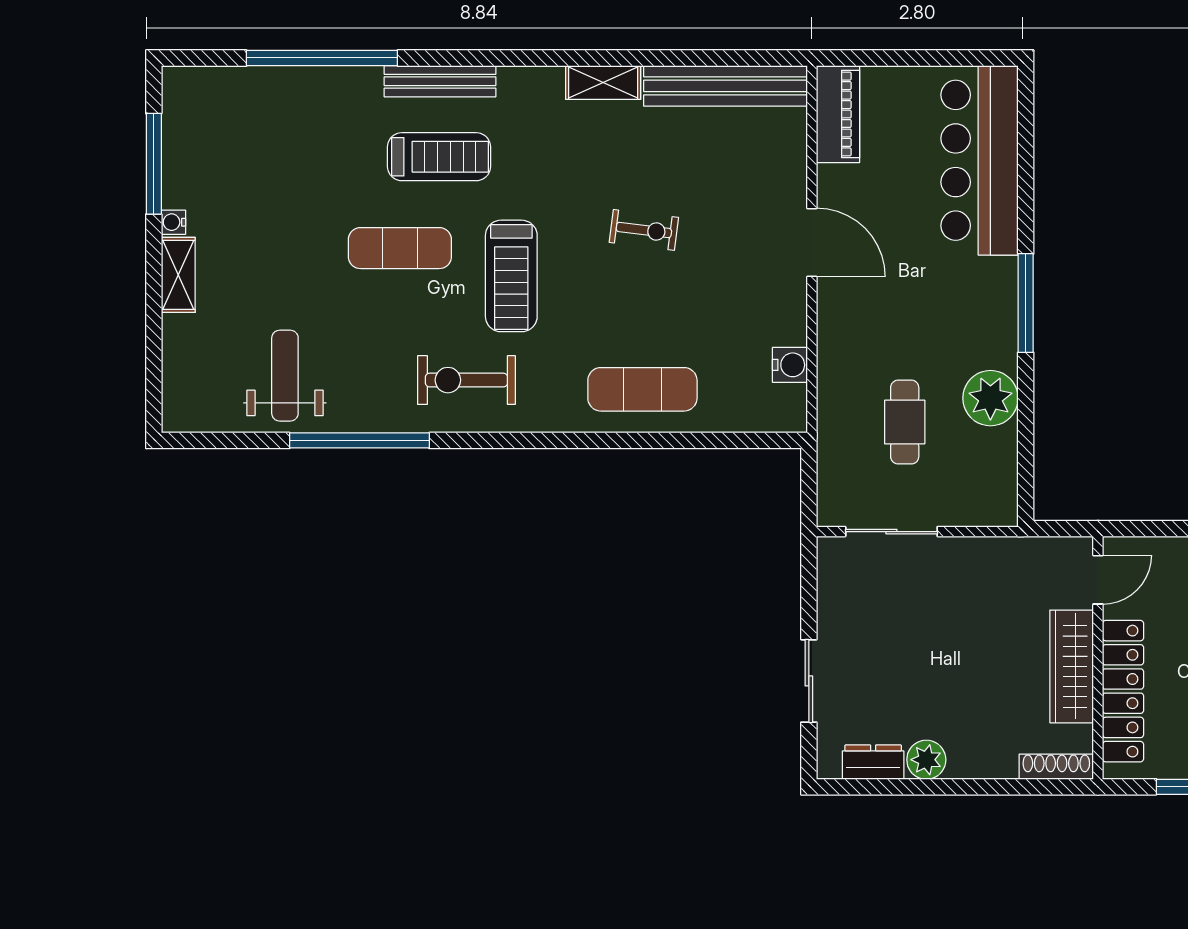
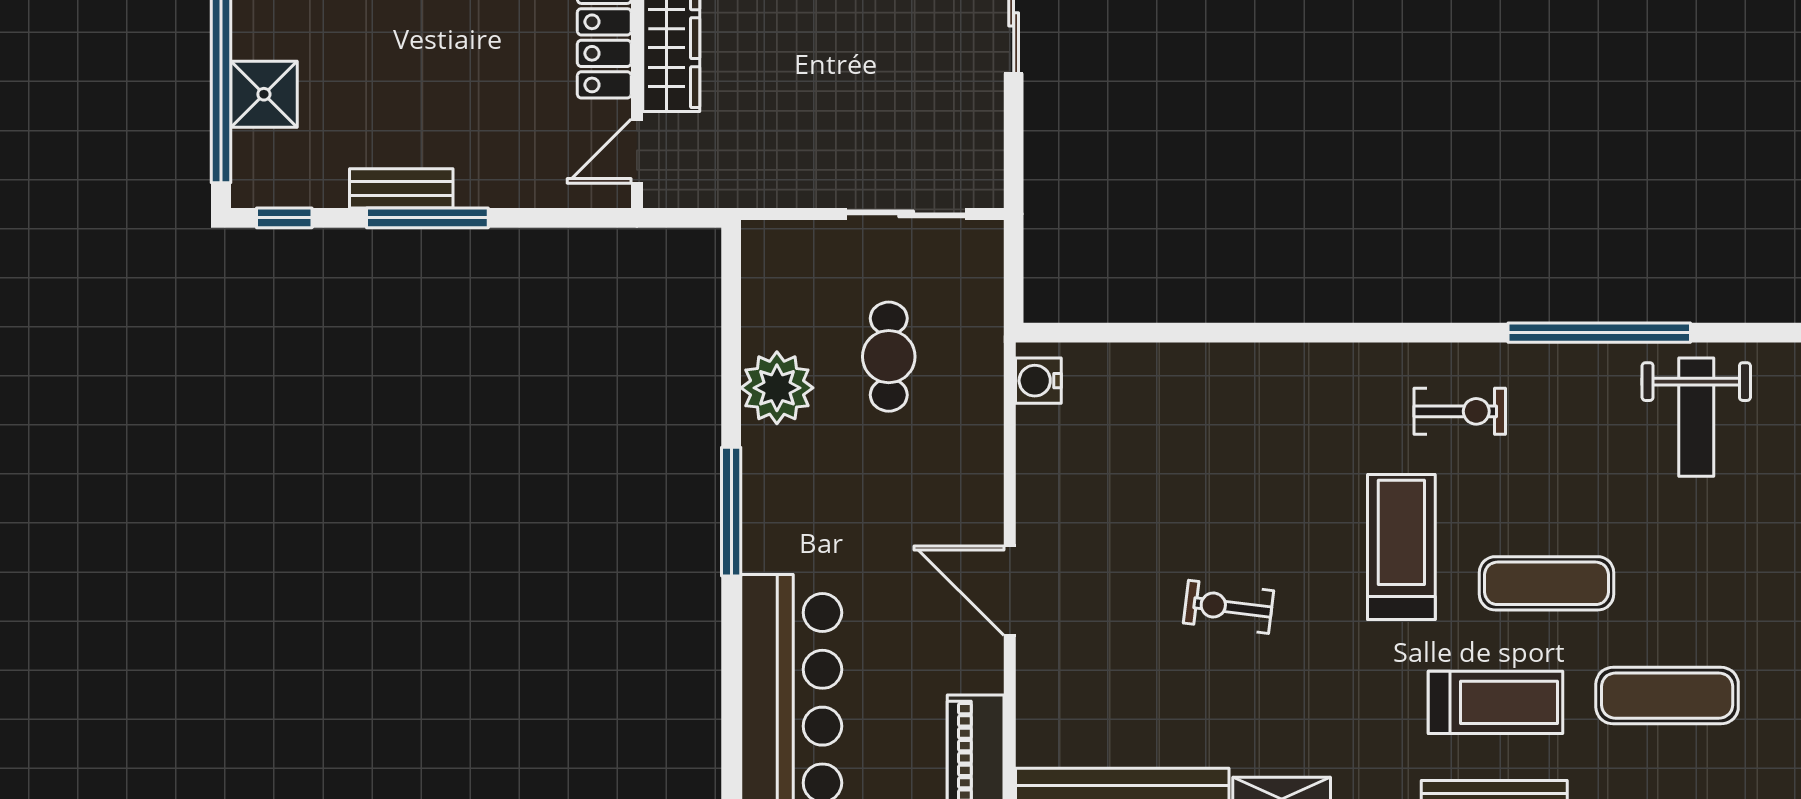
treadmill: (439, 157) -> (1496, 702), turned 180
water cooler: (790, 365) -> (1038, 381), moved
exercise bike: (466, 380) -> (1460, 411), width x0.73, depth x0.72
exercise mat: (642, 389) -> (1667, 696), moved

